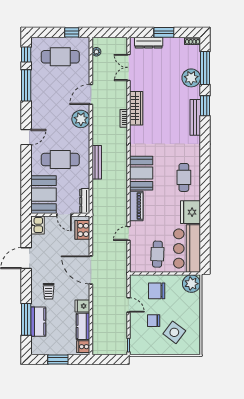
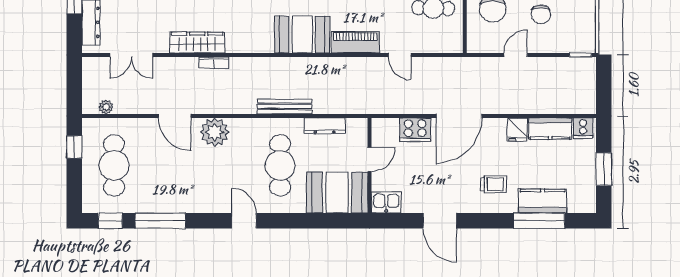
dresser: (85, 201) -> (325, 126), moved
cooker: (82, 230) -> (415, 130), moved

